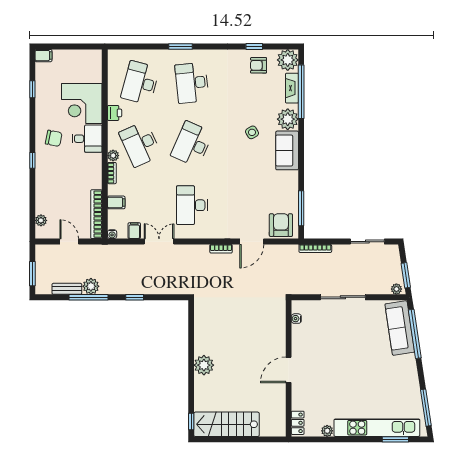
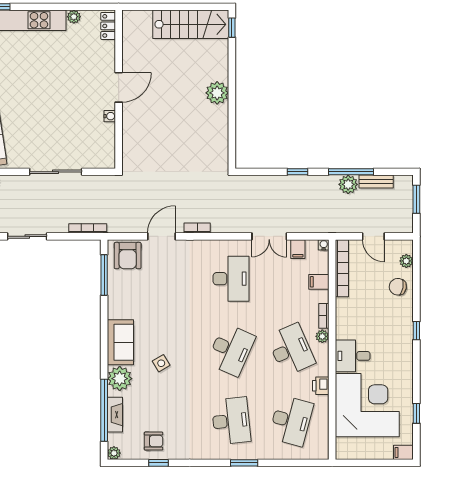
plant: (288, 60) -> (114, 453), width x0.53, depth x0.53
corner desk: (82, 104) -> (367, 405), width x1.36, depth x1.36
chair: (54, 138) -> (398, 287), moved
water cooler: (296, 319) -> (110, 116), moved

